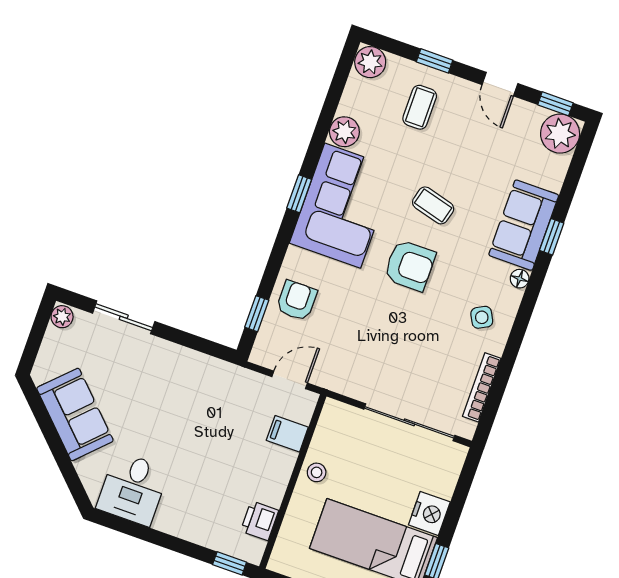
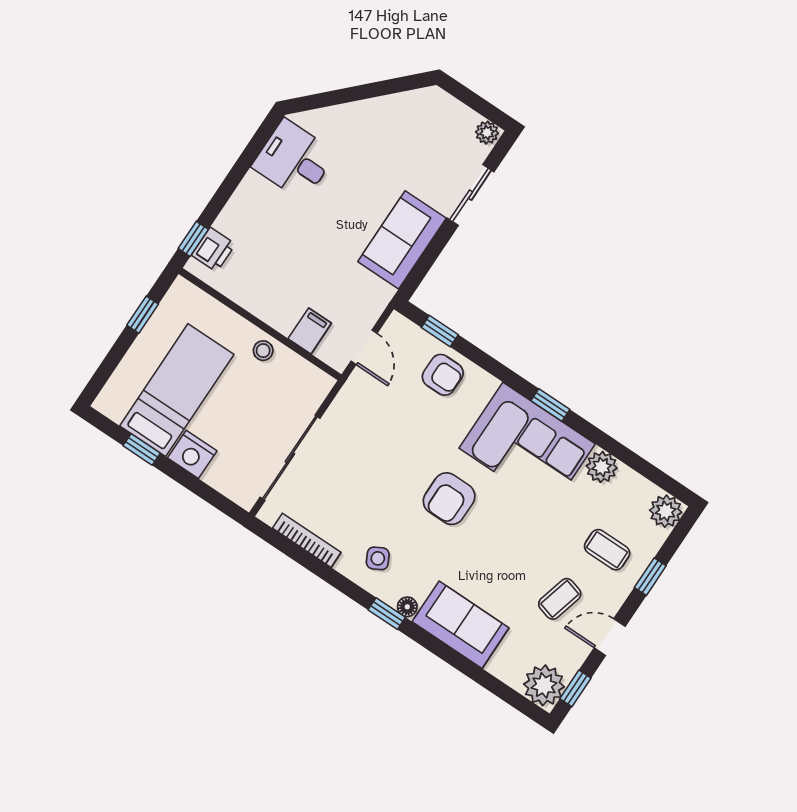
coffee table: (433, 205) -> (560, 599), moved
window: (552, 237) -> (387, 614), moved
sofa: (75, 414) -> (402, 240), moved, turned 135
printer: (260, 521) -> (213, 250), moved, turned 90

